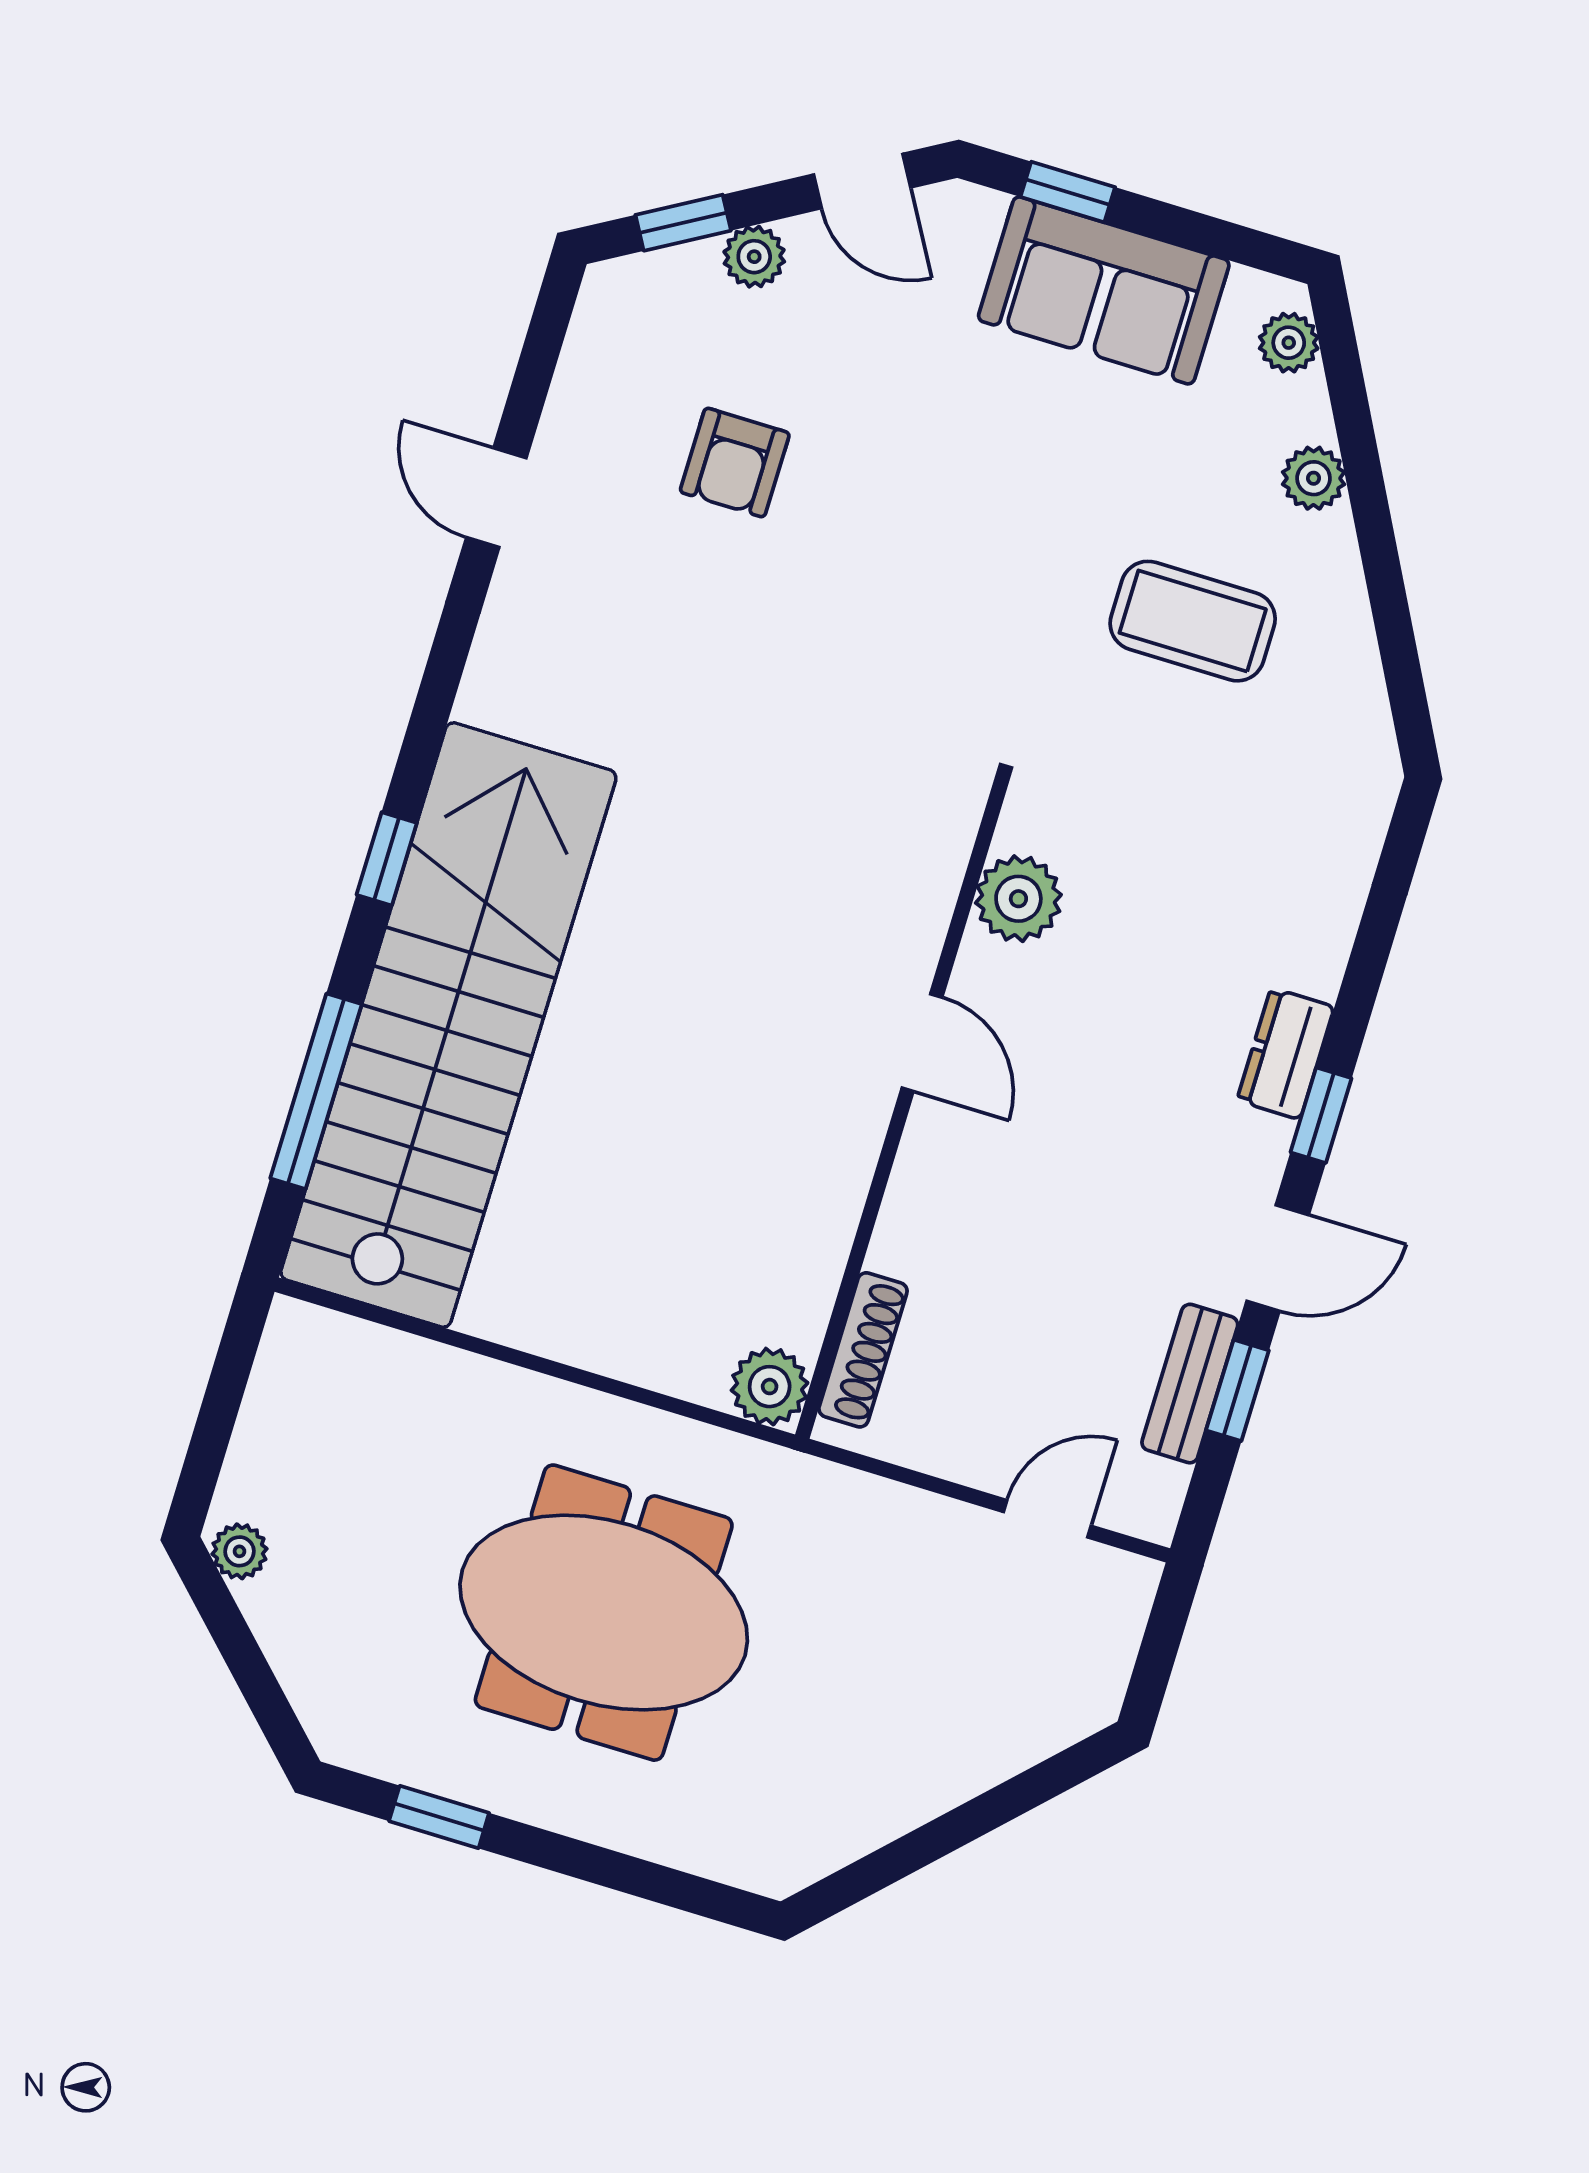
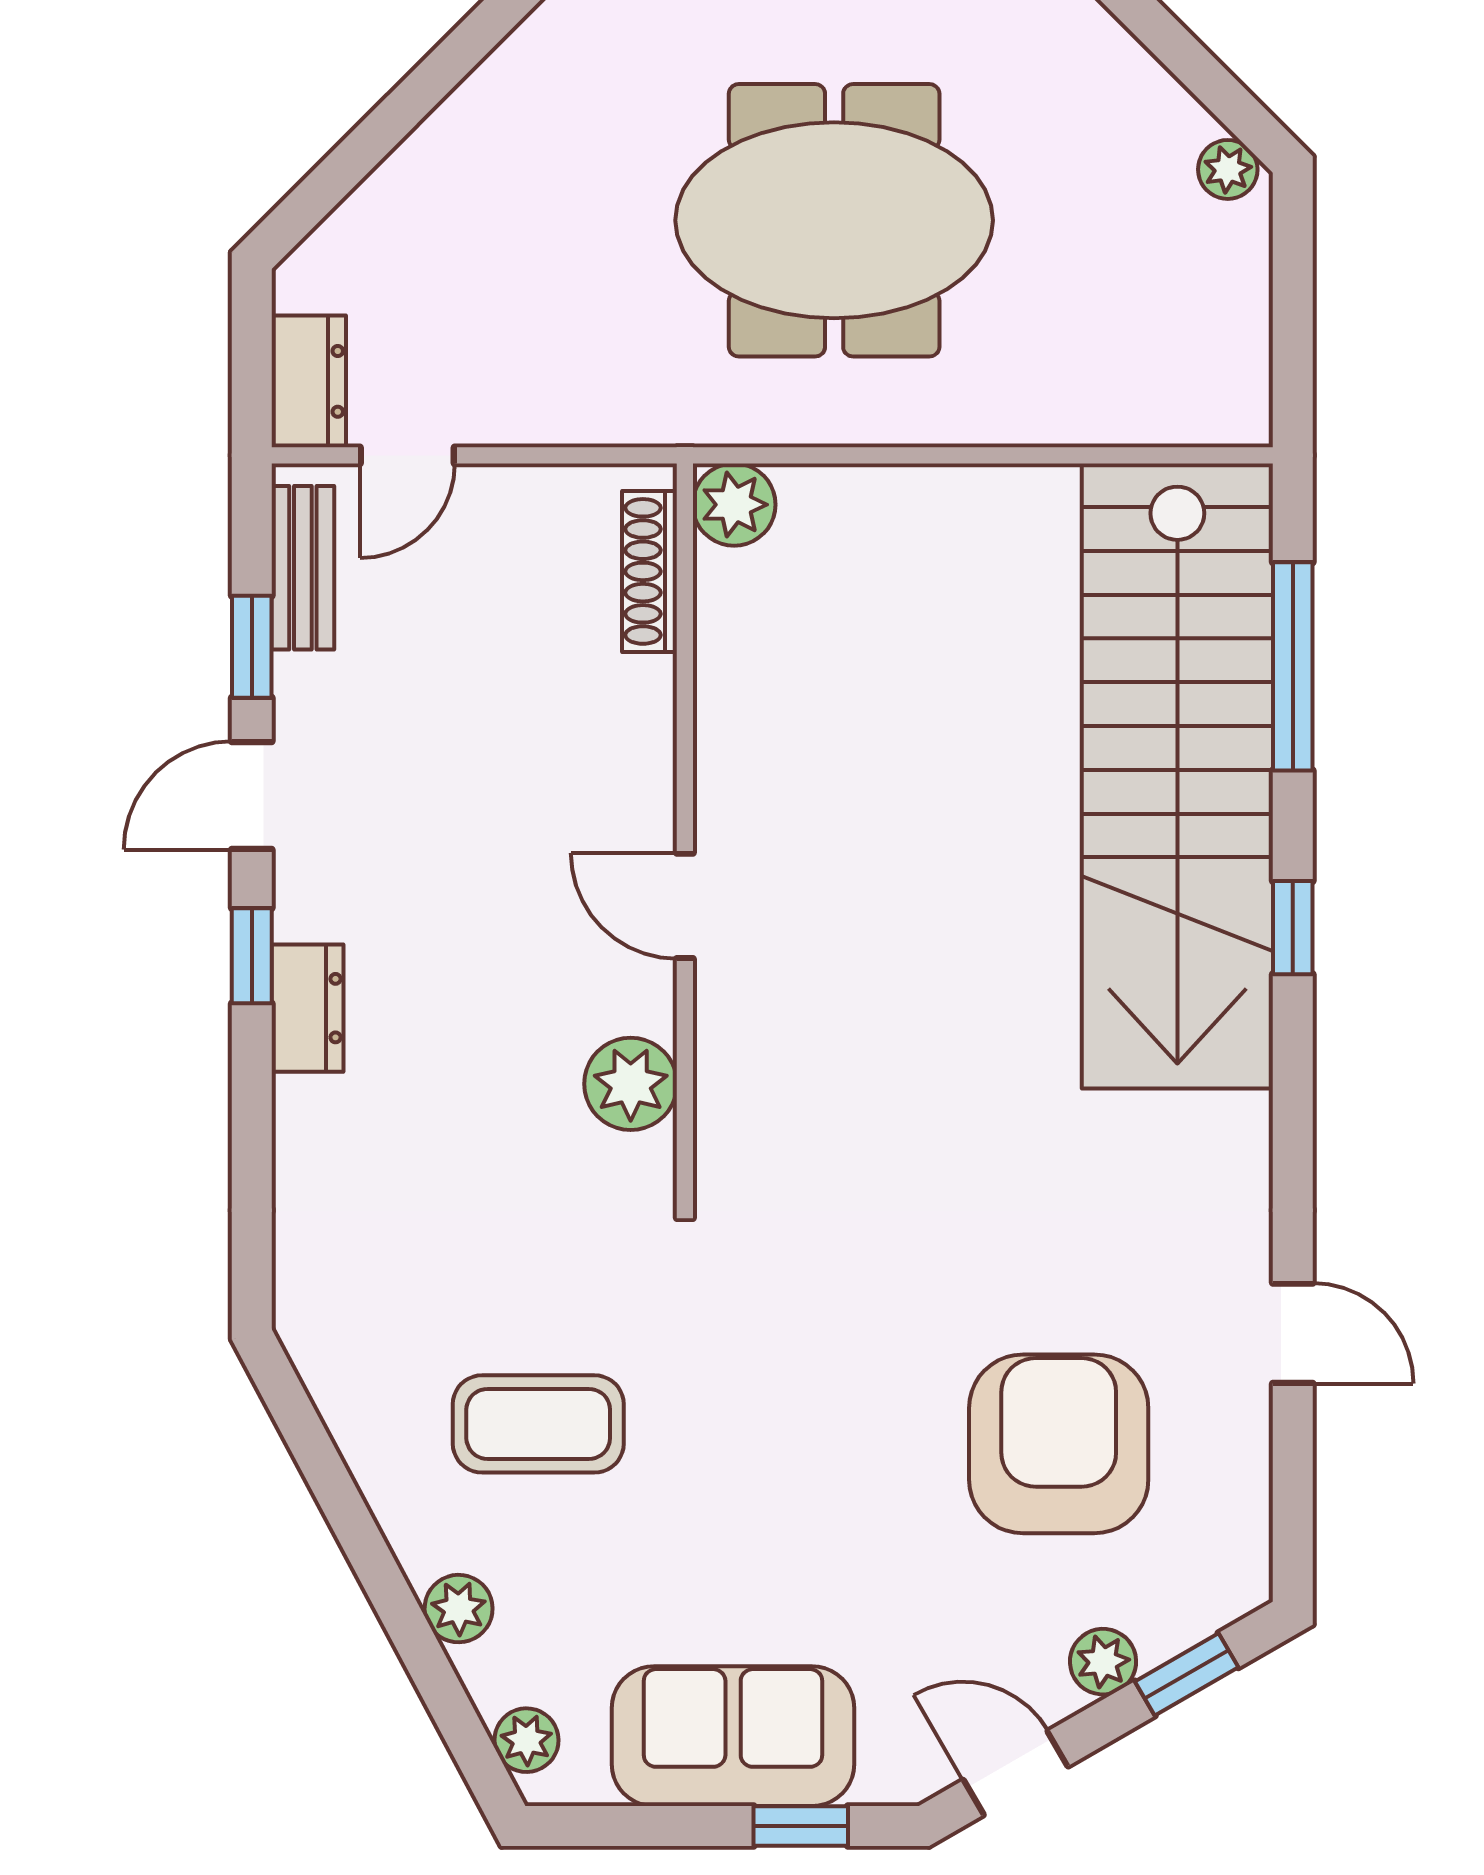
armchair: (735, 463) -> (1059, 1444), width x1.88, depth x1.88
bench: (1190, 1384) -> (303, 568), moved
dresser: (1115, 1611) -> (309, 381), added

